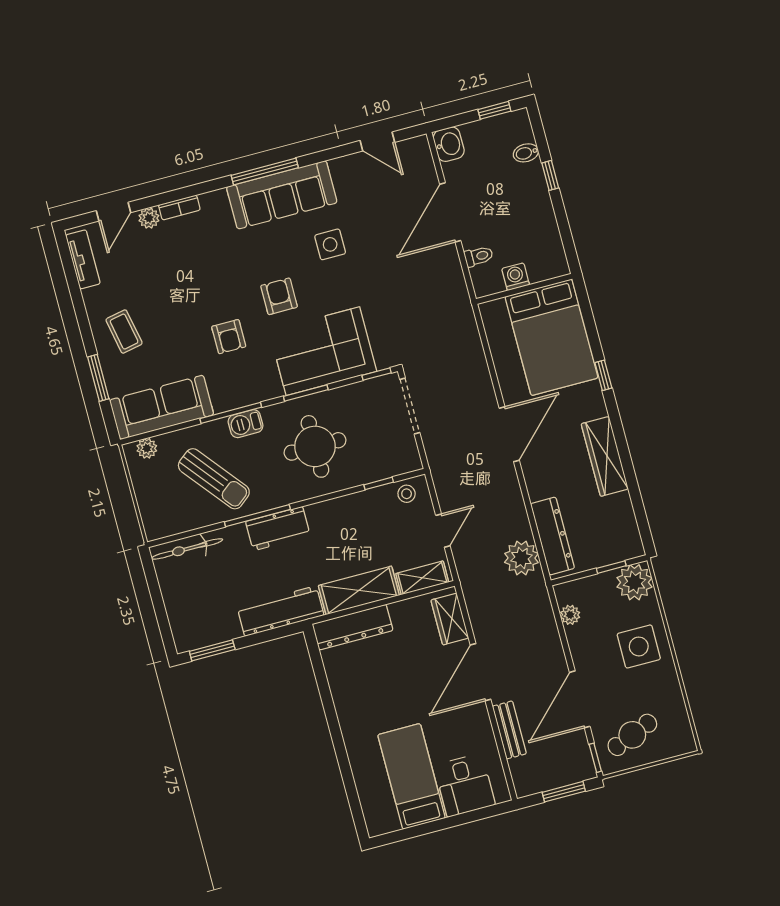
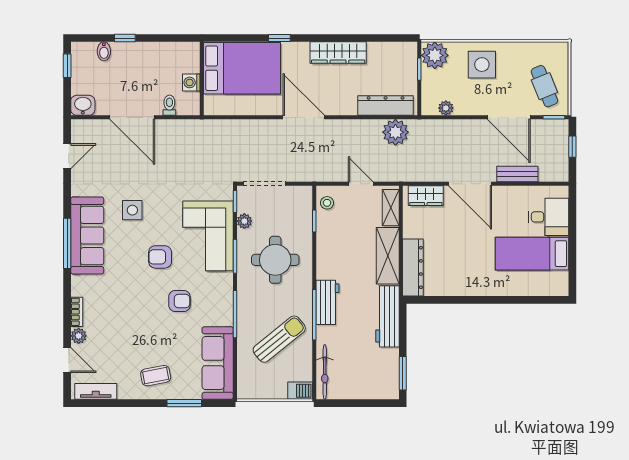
barbecue: (246, 424) -> (300, 391), moved, turned -90
plant: (147, 448) -> (244, 221), moved
window: (564, 792) -> (572, 147), width x0.67

